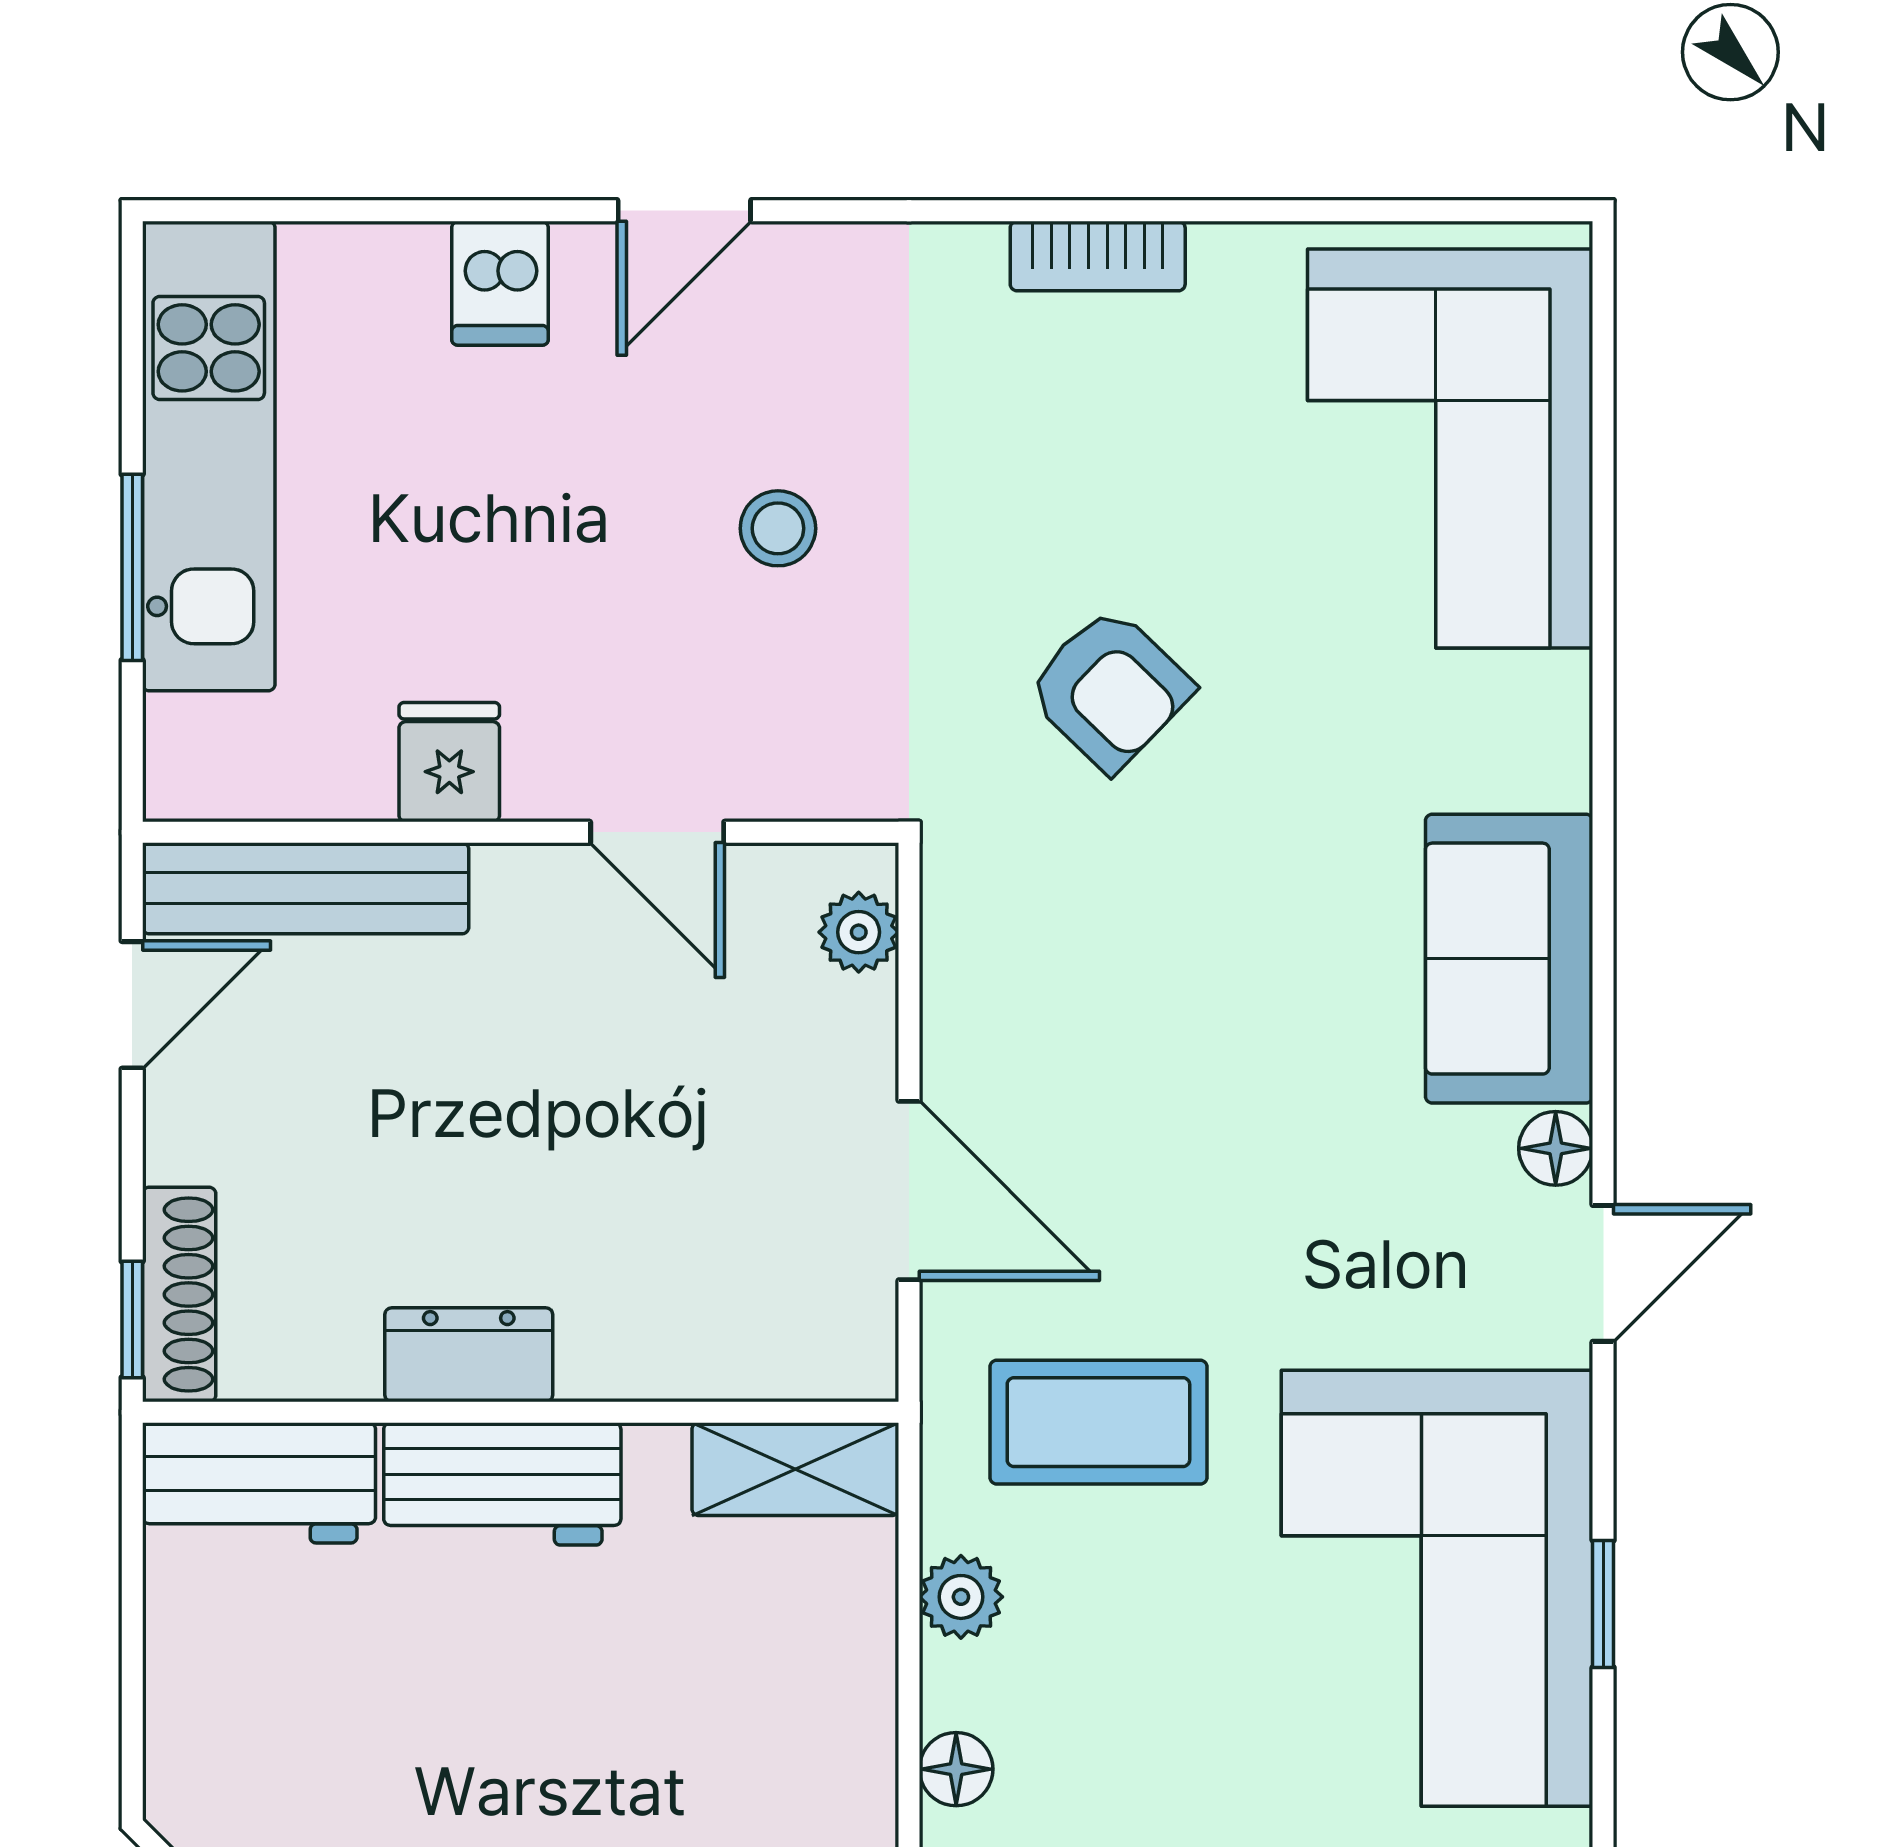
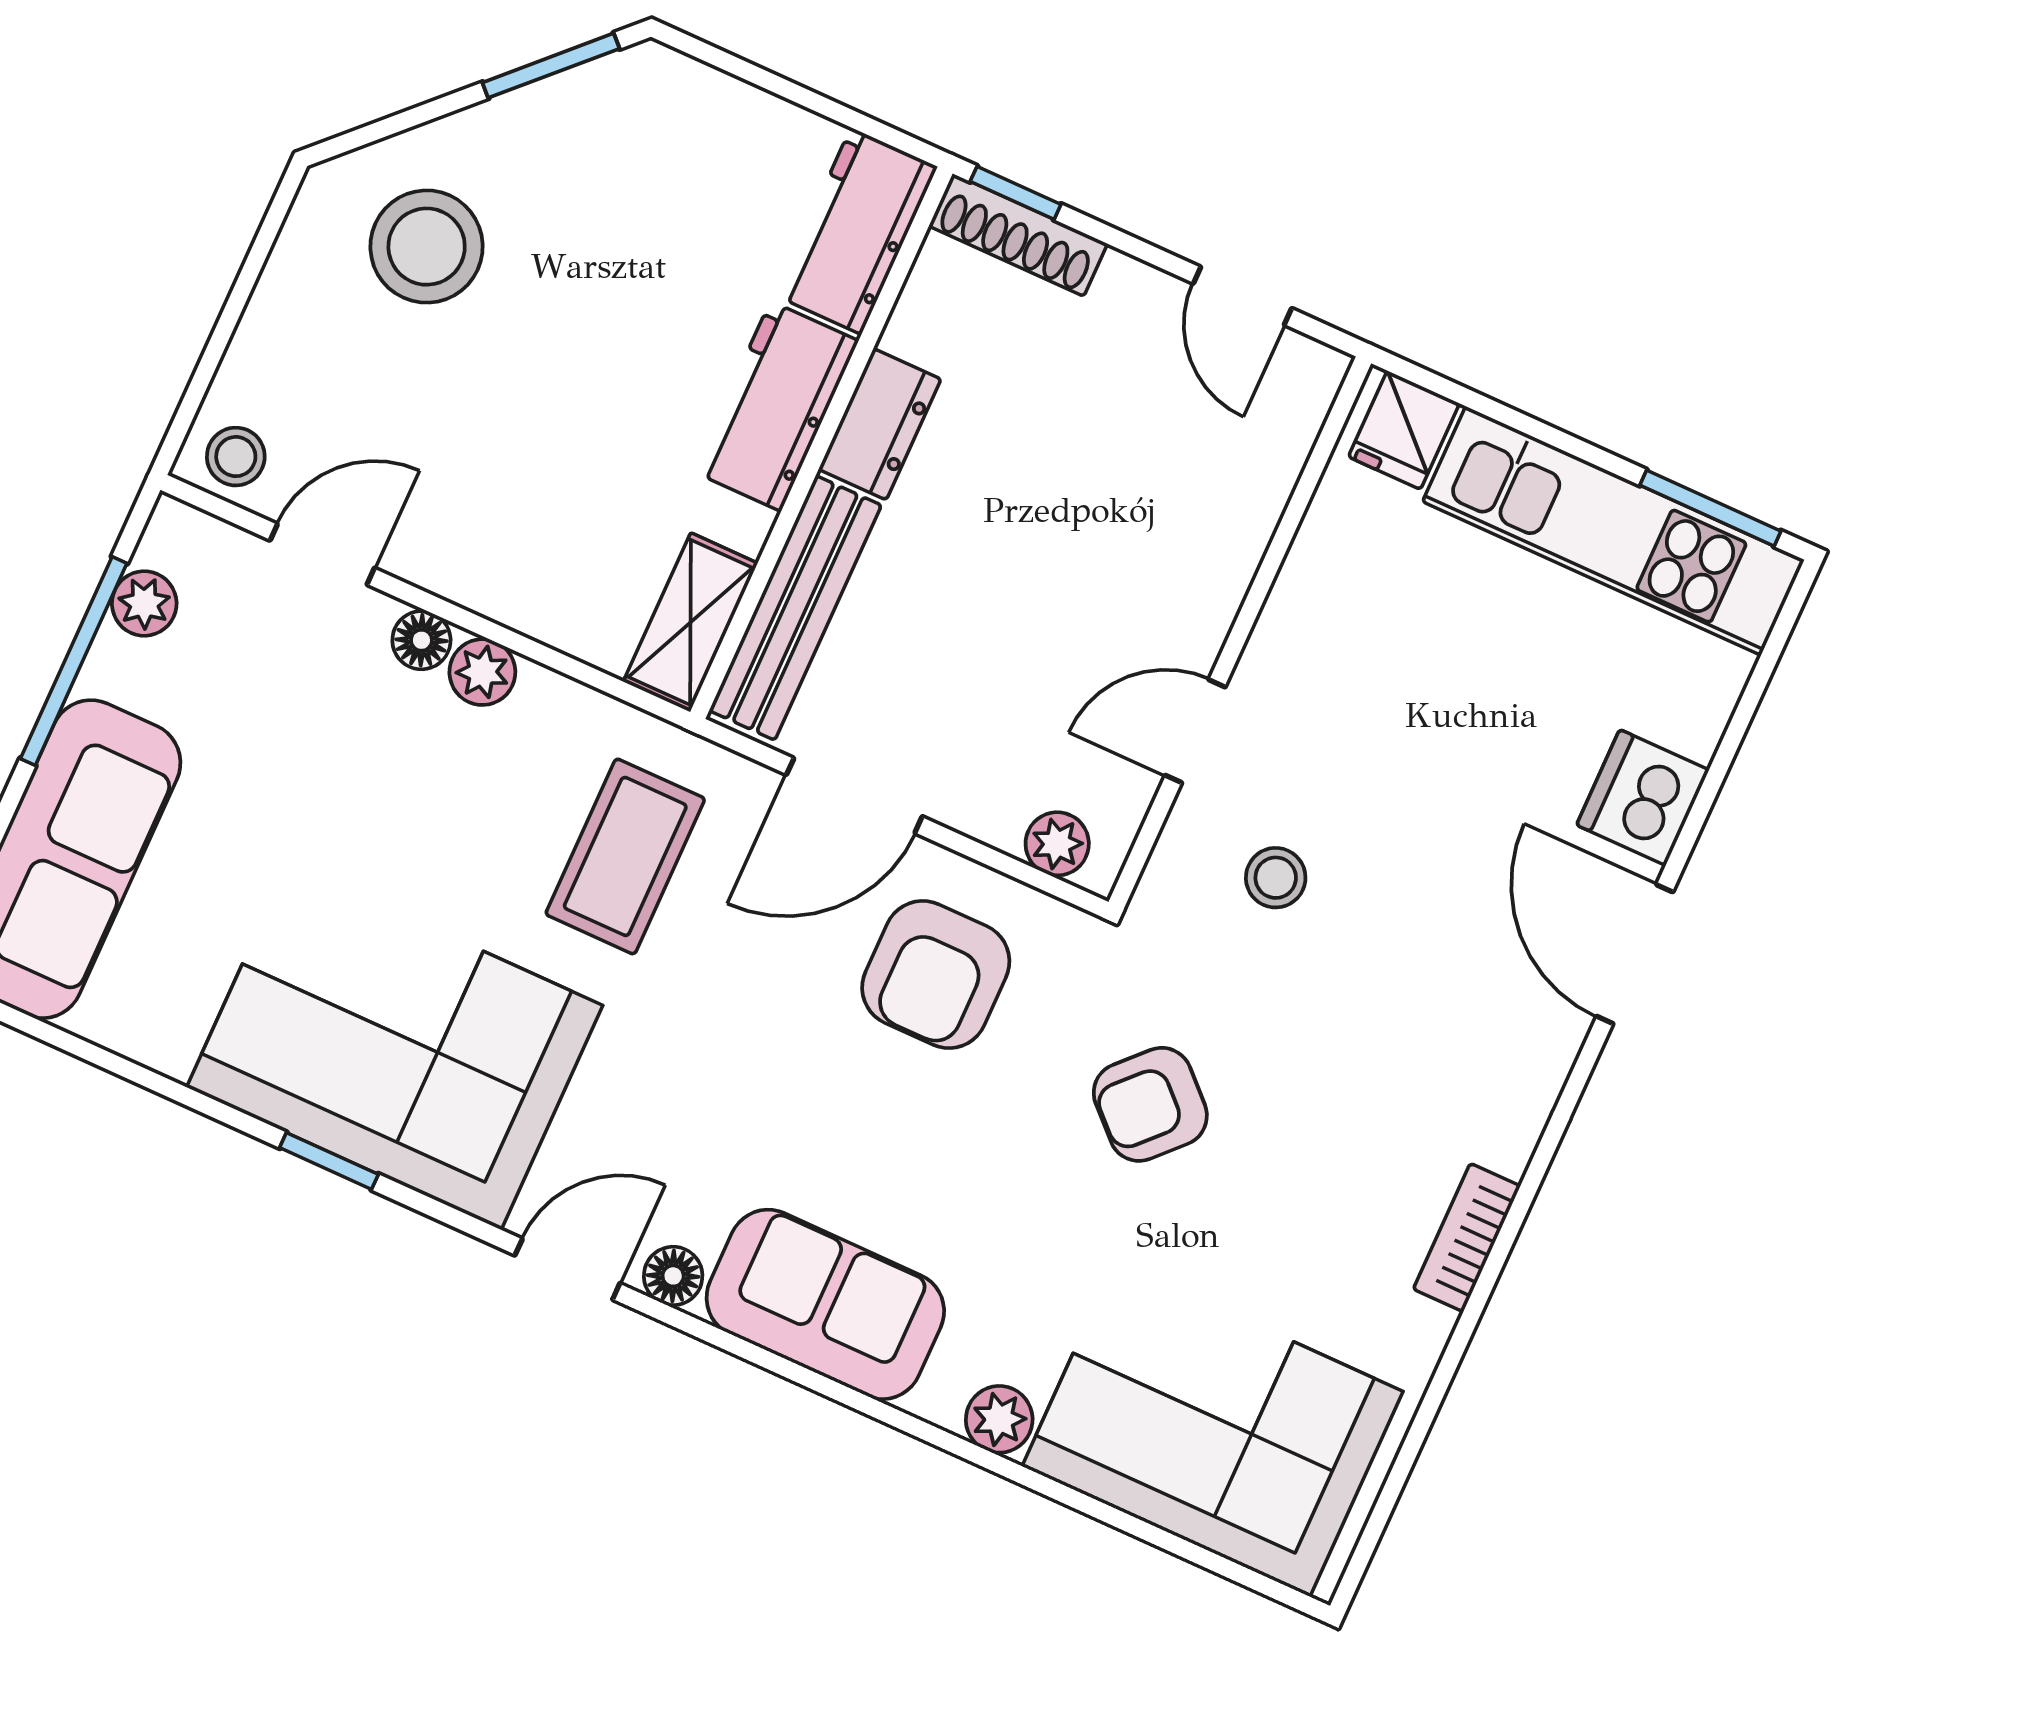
door: (684, 211) -> (1635, 954), width x1.38
dishwasher: (500, 283) -> (1643, 797), width x1.38
stool: (778, 528) -> (1276, 878), moved
window: (132, 567) -> (1710, 508), moved
plant: (1551, 699) -> (999, 1419), added
fridge: (449, 762) -> (1404, 430), moved, turned 90
bench: (306, 888) -> (795, 608), moved
armchair: (1072, 1004) -> (936, 975), added
door: (1603, 1273) -> (567, 1269), swing flipped
plant: (961, 1597) -> (482, 672), moved

